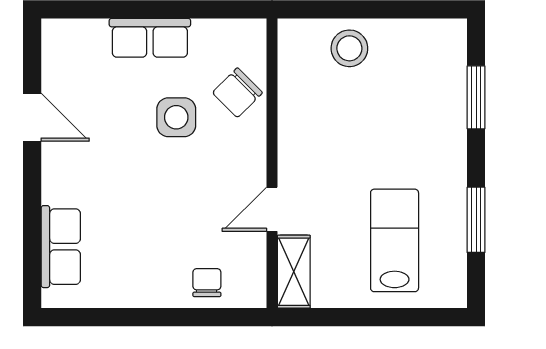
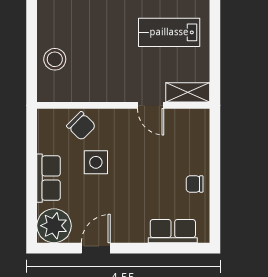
plant: (70, 47) -> (54, 226), added
chair: (207, 283) -> (195, 184), moved

